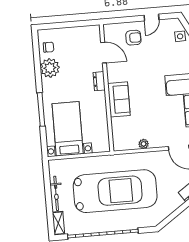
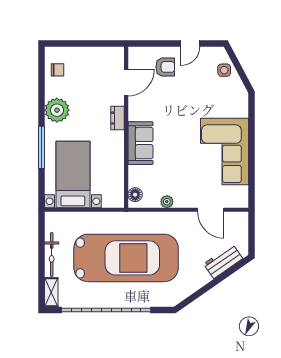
door: (104, 53) -> (126, 83), hinge flipped
plant: (50, 68) -> (57, 110), moved
floor lamp: (118, 140) -> (135, 195), added

